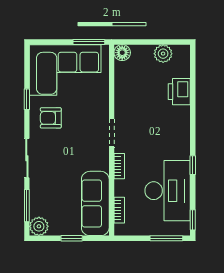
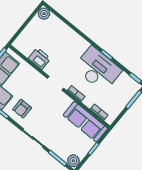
floor lamp: (122, 53) -> (18, 44), removed
plant: (163, 54) -> (44, 14), moved
printer: (179, 92) -> (39, 59), moved, turned 180
desk: (168, 191) -> (98, 69), moved

